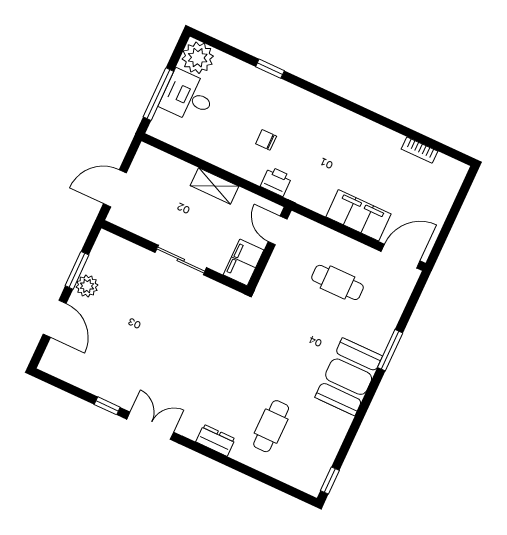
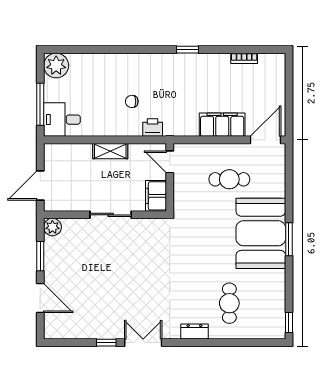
window: (270, 69) -> (187, 50), moved
desk: (188, 96) -> (62, 120), moved
plant: (87, 286) -> (52, 227), moved
window: (390, 350) -> (289, 239), moved
booth: (349, 377) -> (261, 233), width x1.36, depth x1.42

